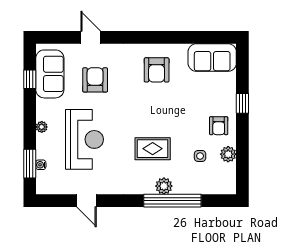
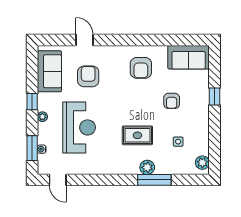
window: (30, 79) -> (32, 102), moved
armchair: (219, 126) -> (172, 101), moved
plant: (228, 154) -> (202, 163), moved
door: (86, 201) -> (58, 180), moved
window: (172, 201) -> (154, 180), width x0.68

